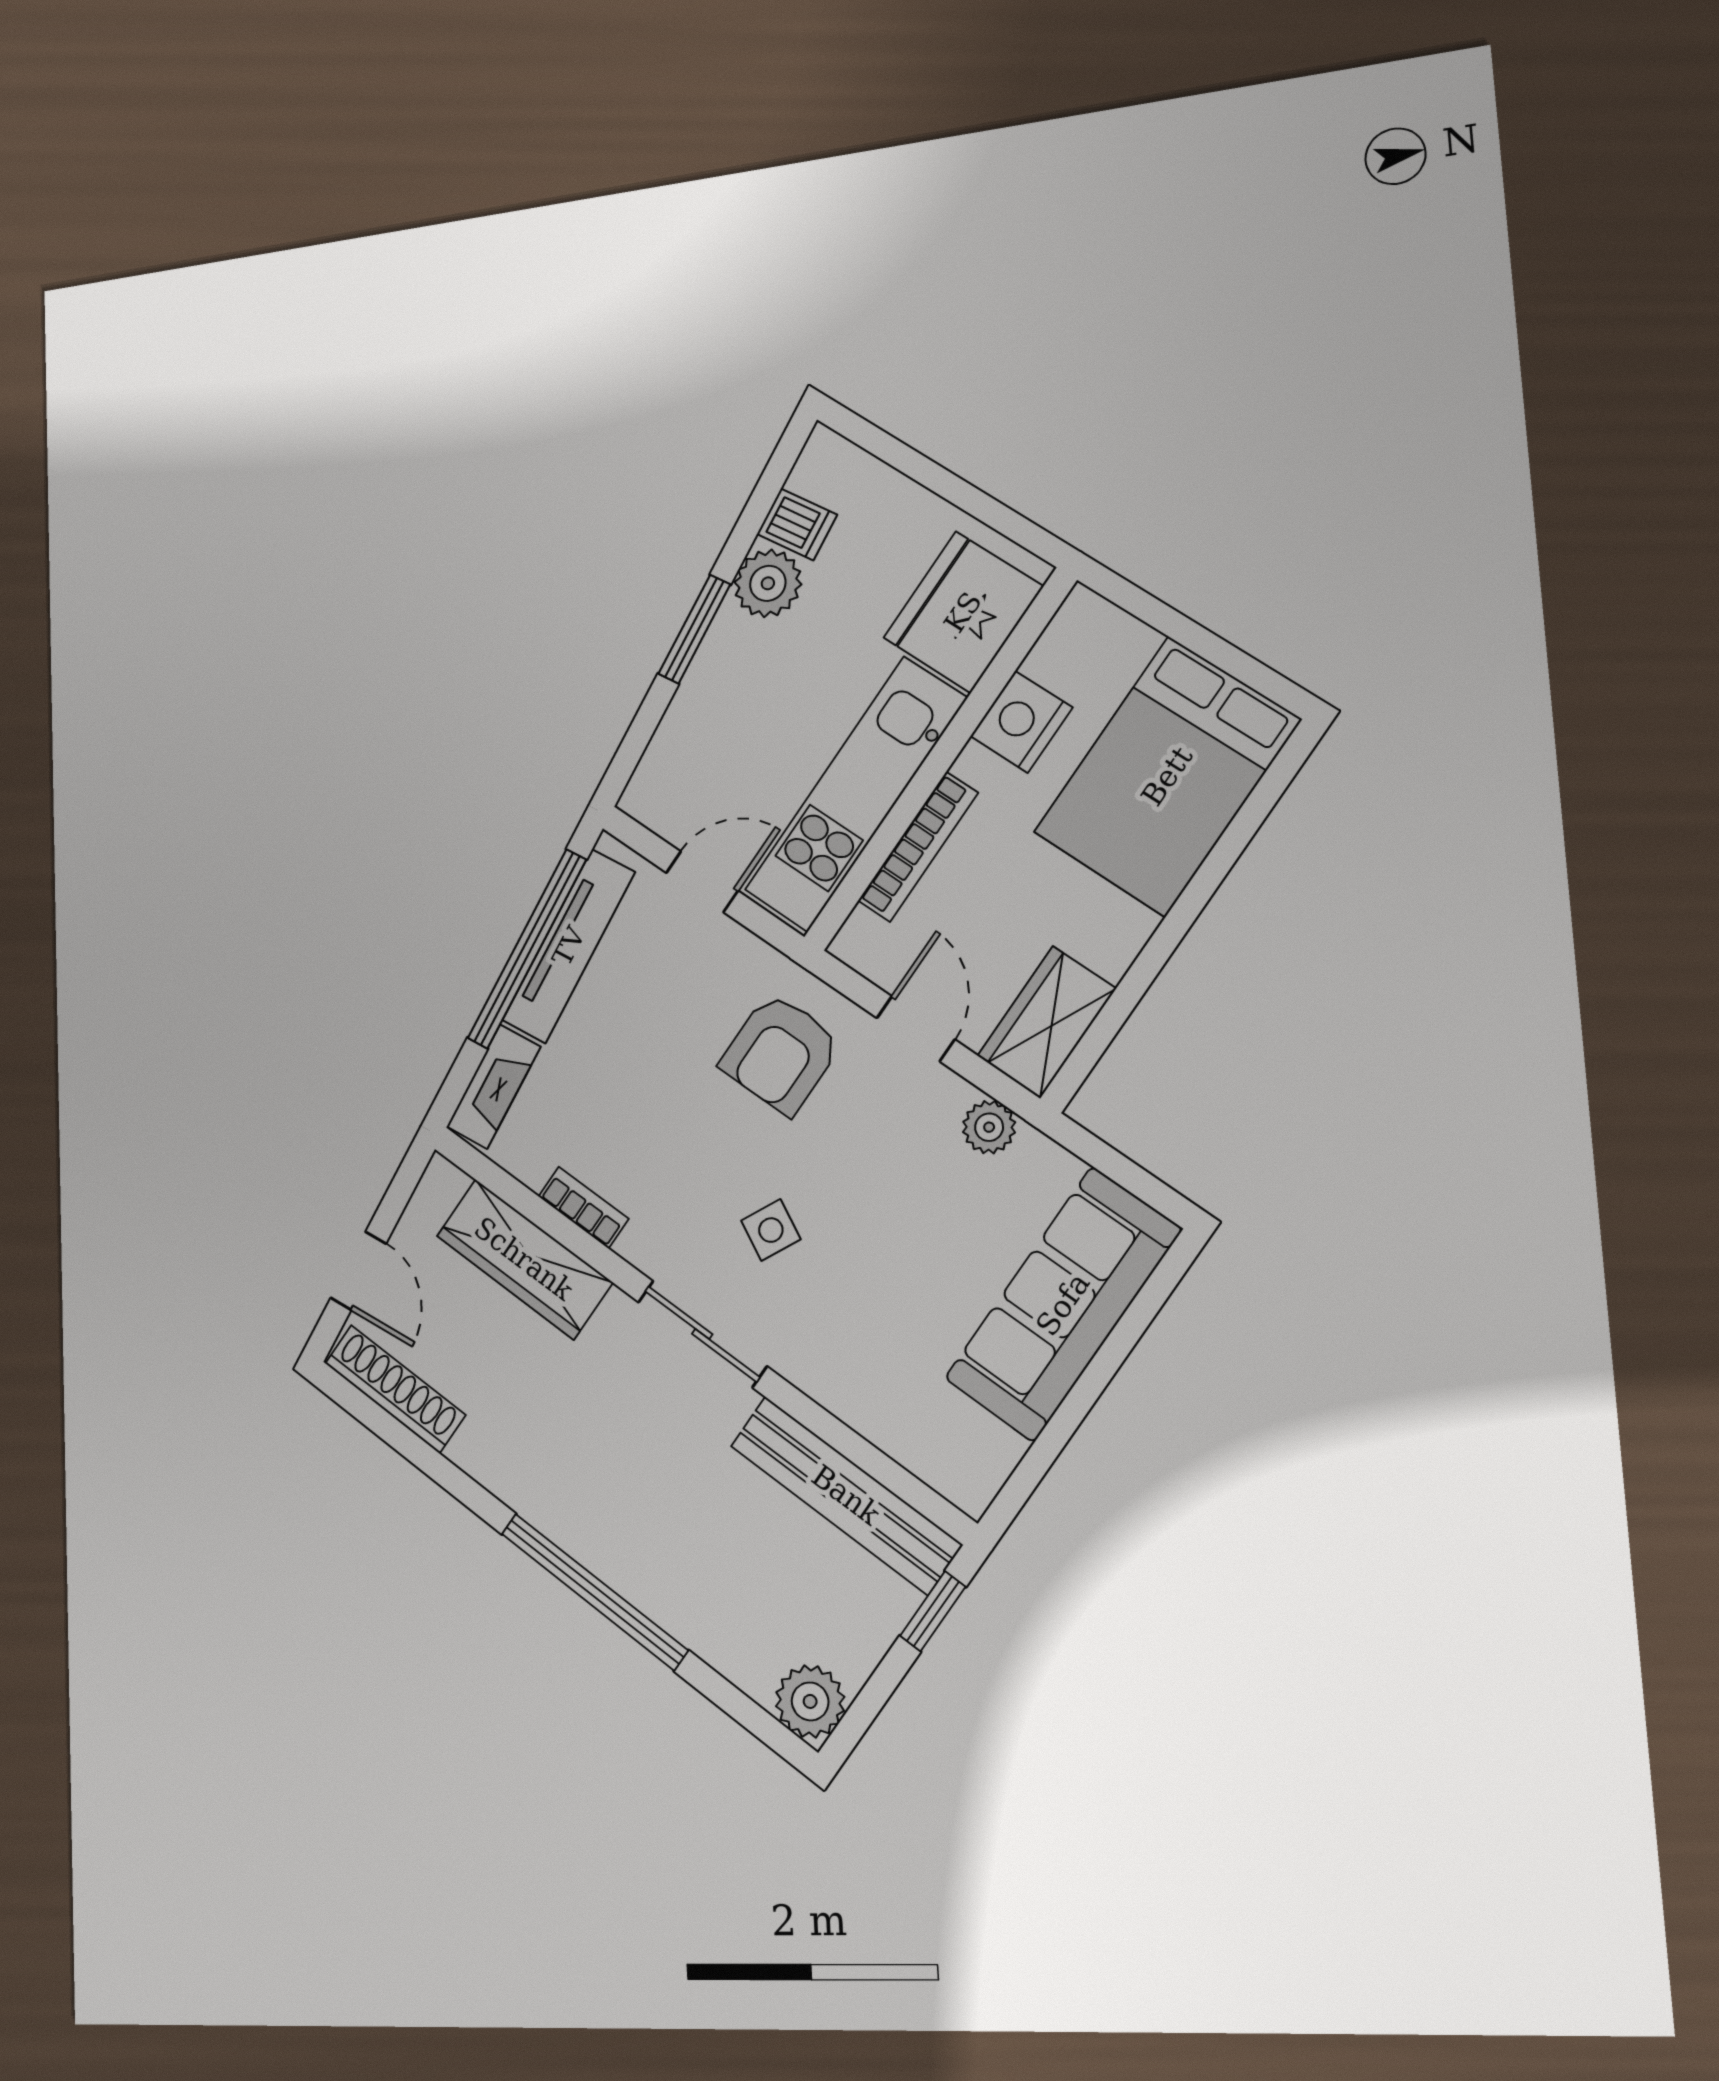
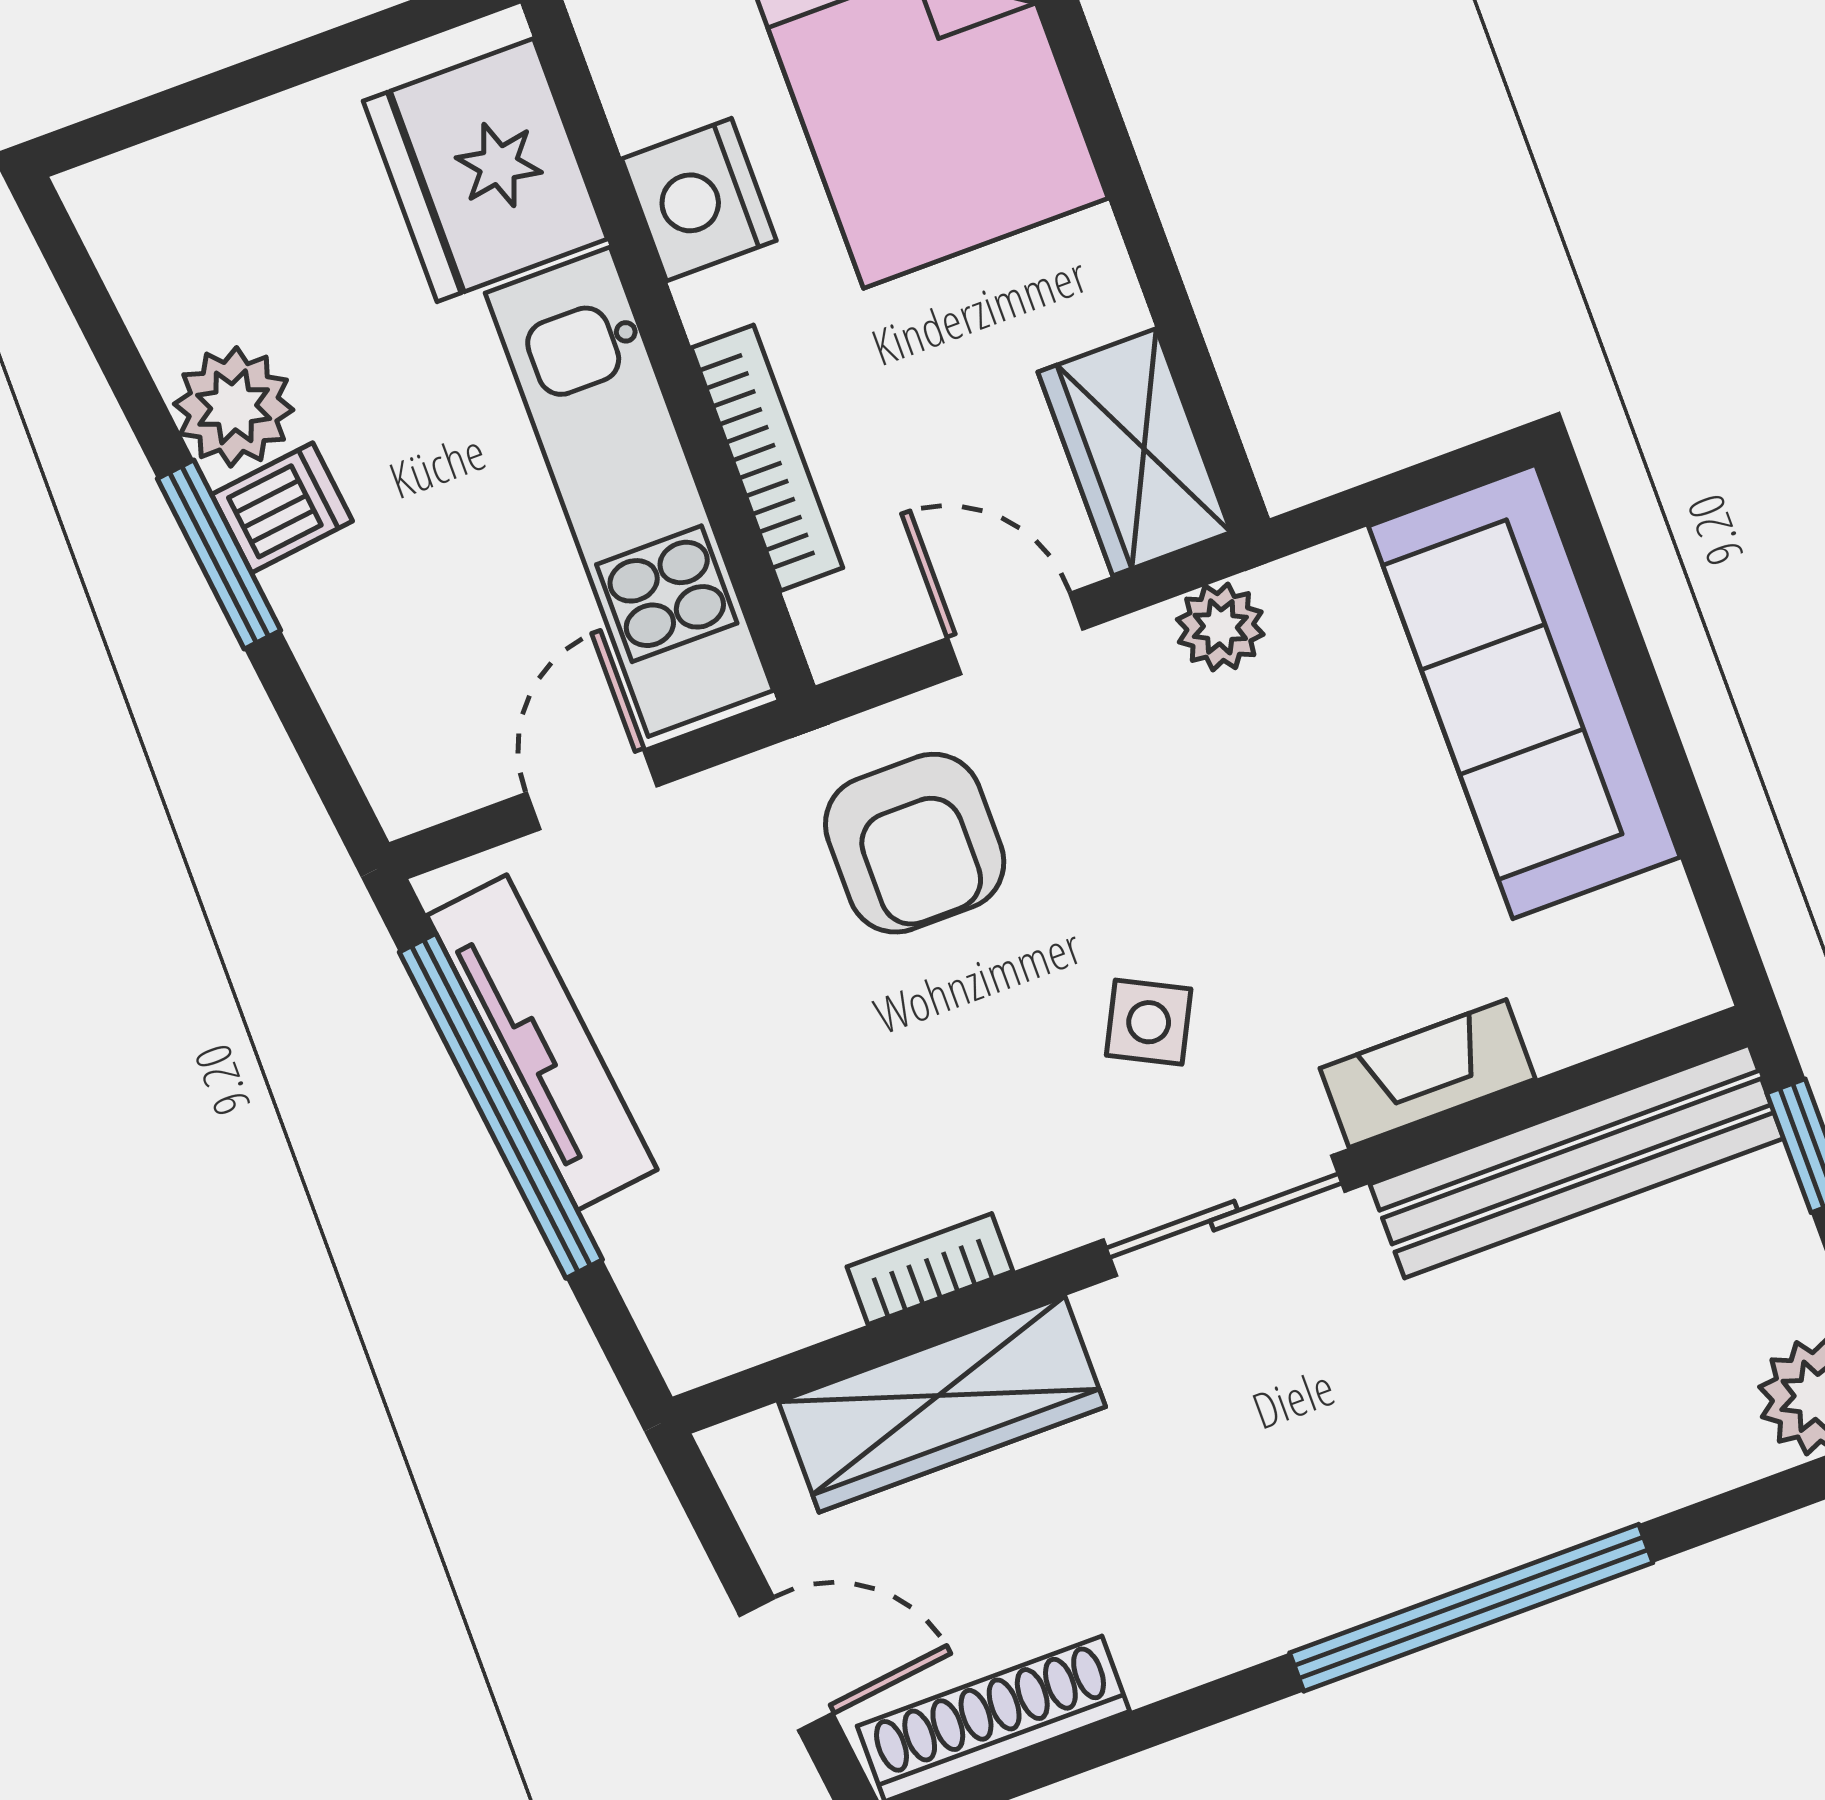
dishwasher: (797, 524) -> (282, 508), moved
fireplace: (494, 1087) -> (1428, 1074), moved, turned -83

